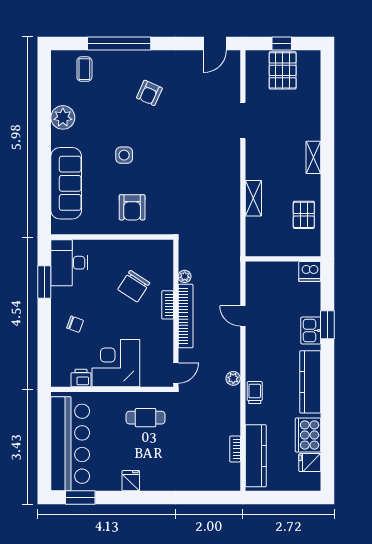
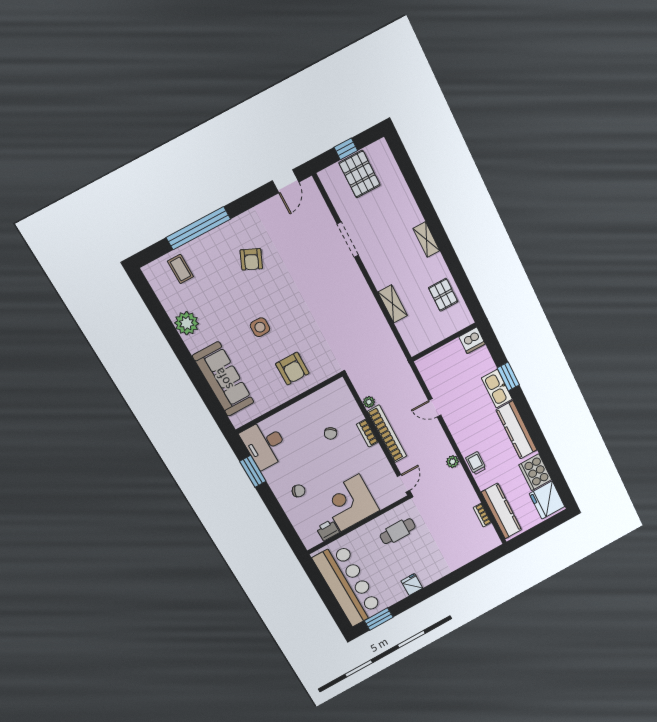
chair: (134, 286) -> (331, 433), width x0.54, depth x0.54
kitchen sink: (311, 331) -> (497, 389), width x1.38
fridge: (310, 463) -> (547, 500), width x1.88, depth x1.34

